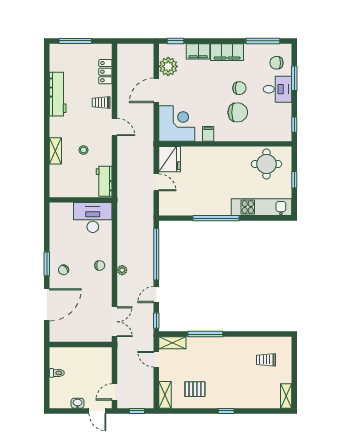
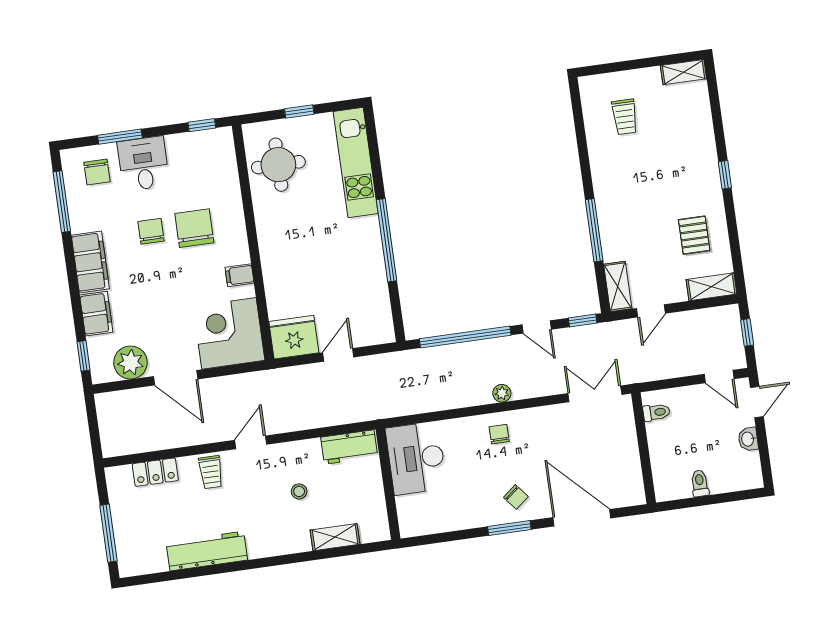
shelving: (55, 151) -> (335, 537), moved
toilet: (100, 354) -> (656, 412), added

